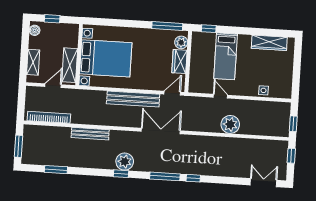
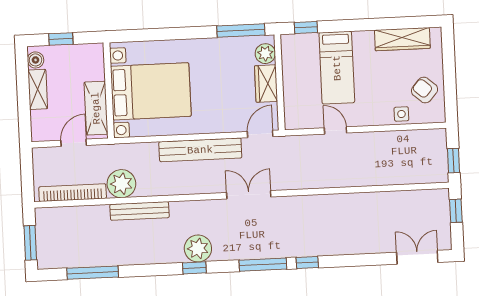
shelving: (33, 62) -> (38, 89), moved
armchair: (280, 77) -> (425, 90), added
plant: (230, 124) -> (121, 184), moved
double door: (161, 131) -> (249, 195), width x0.73
window: (56, 170) -> (93, 273), width x1.44

